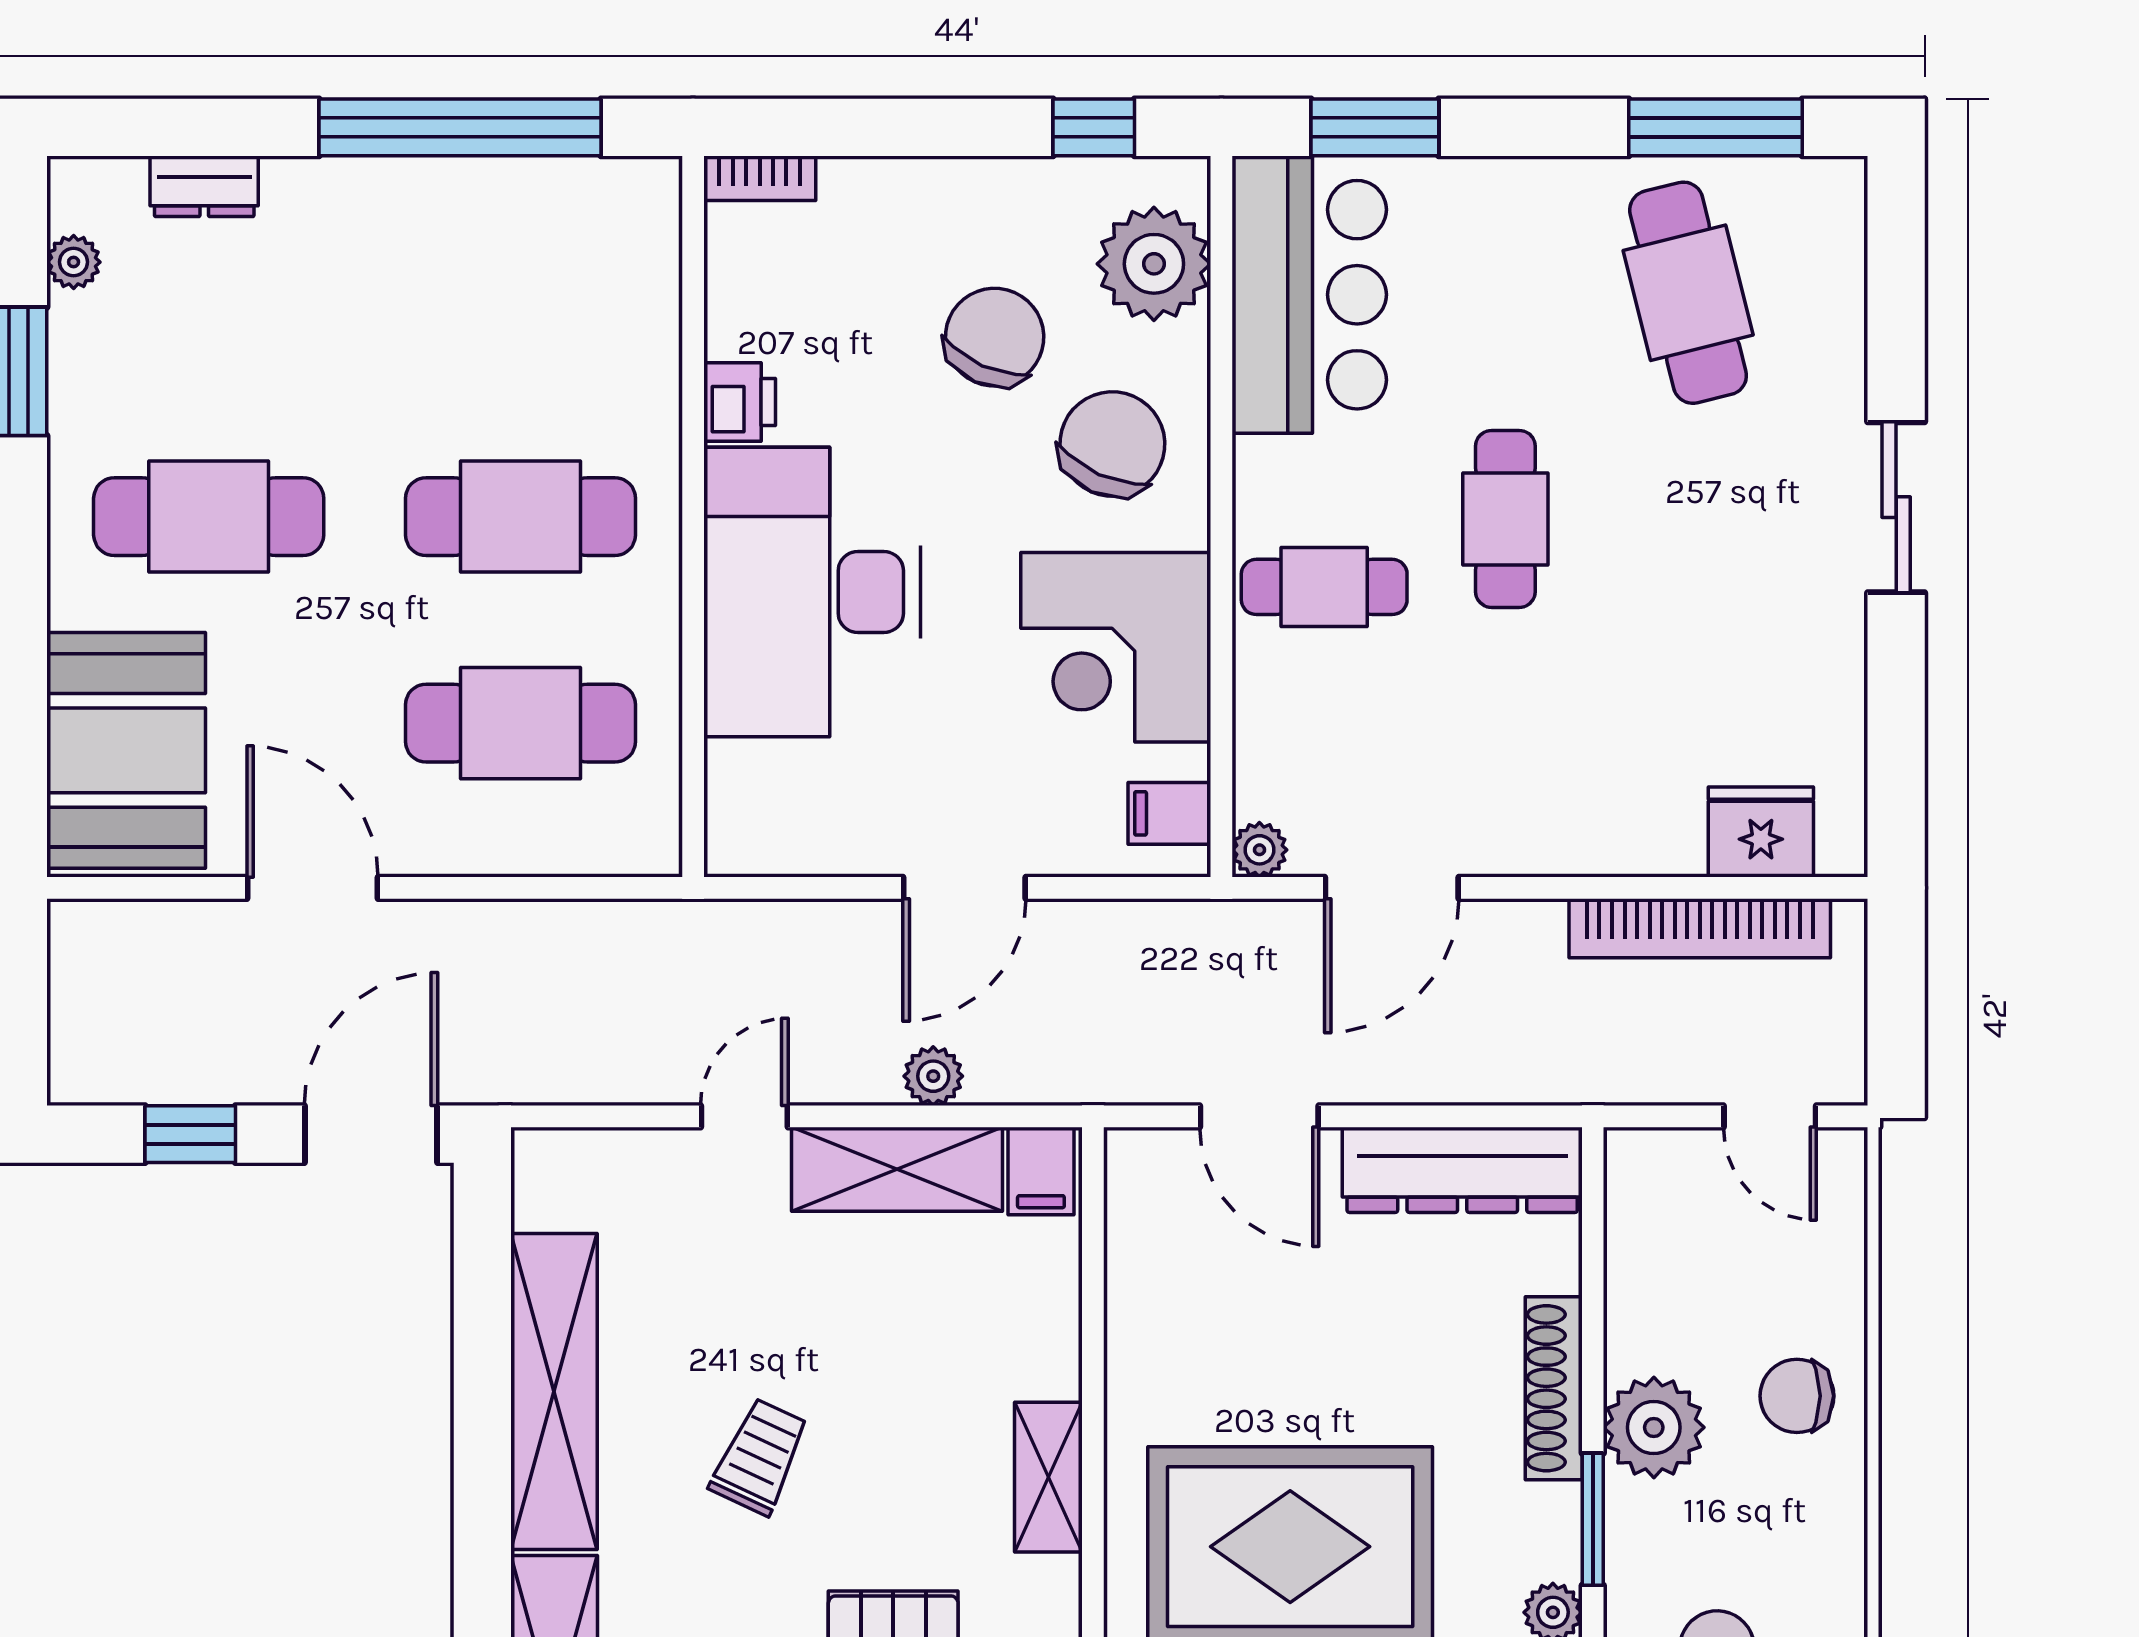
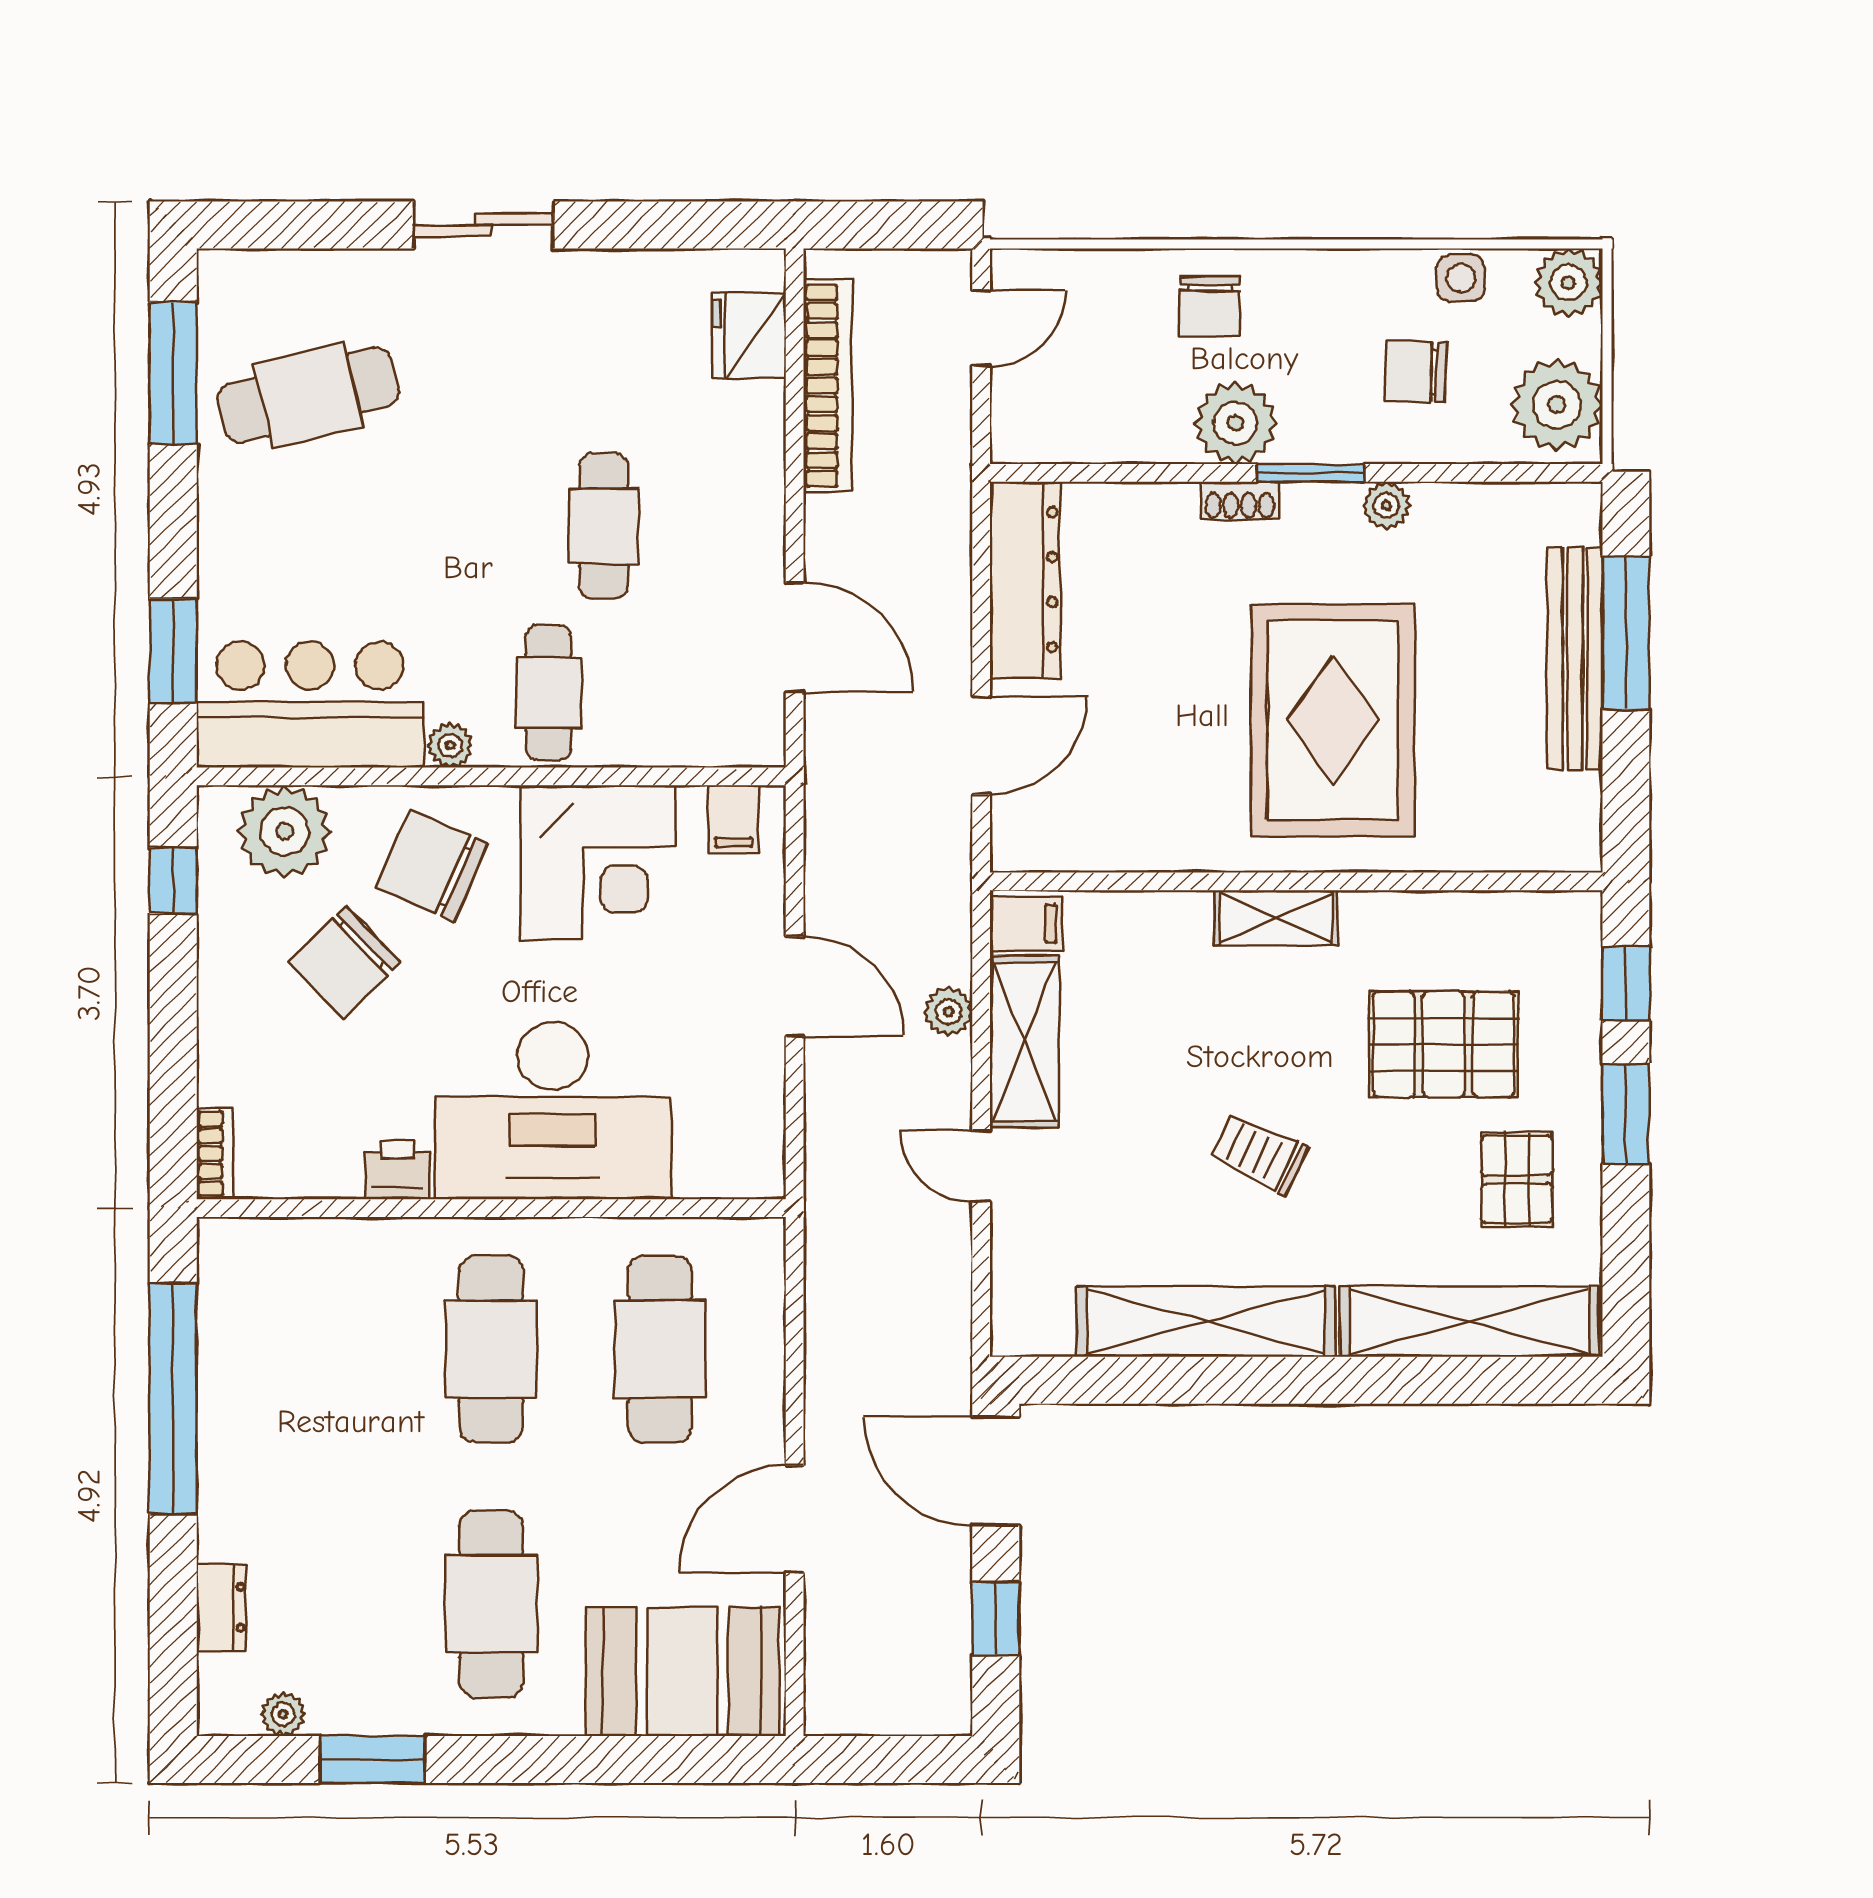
chair: (995, 337) -> (345, 962), turned -68
cafe table: (1505, 519) -> (604, 526), moved, turned 90
plant: (1259, 850) -> (450, 745), moved
shoe rack: (1554, 1388) -> (1240, 500), width x0.51, depth x0.81

